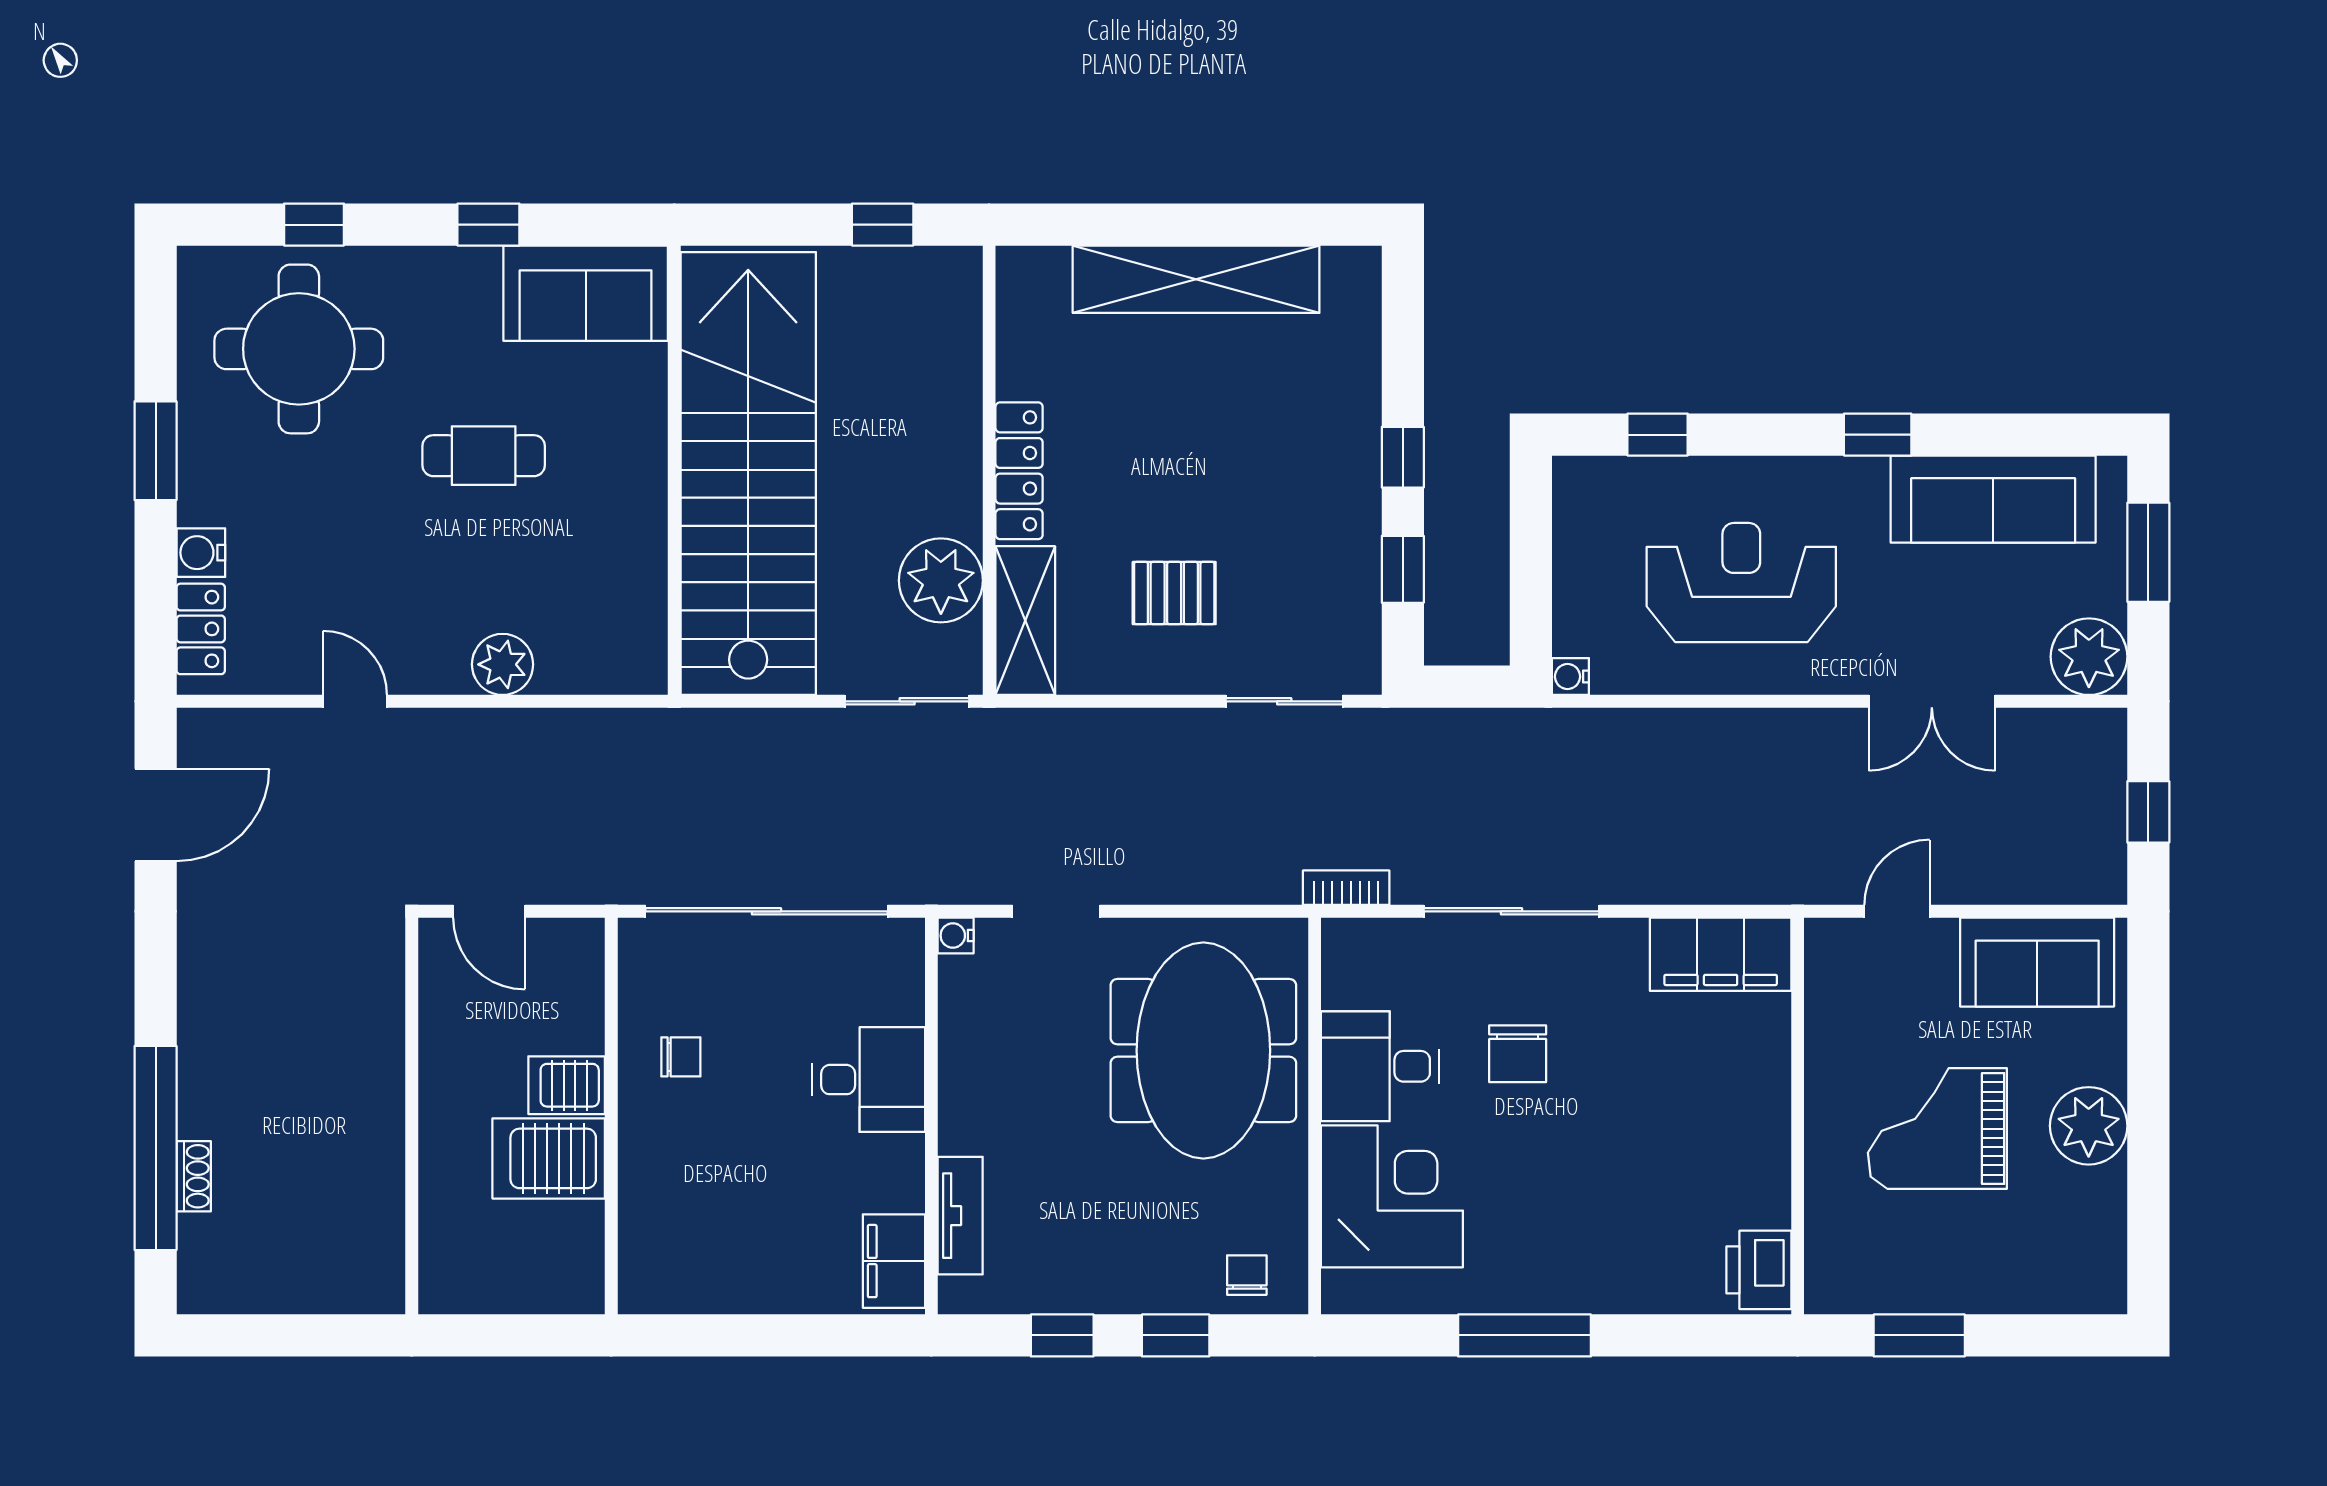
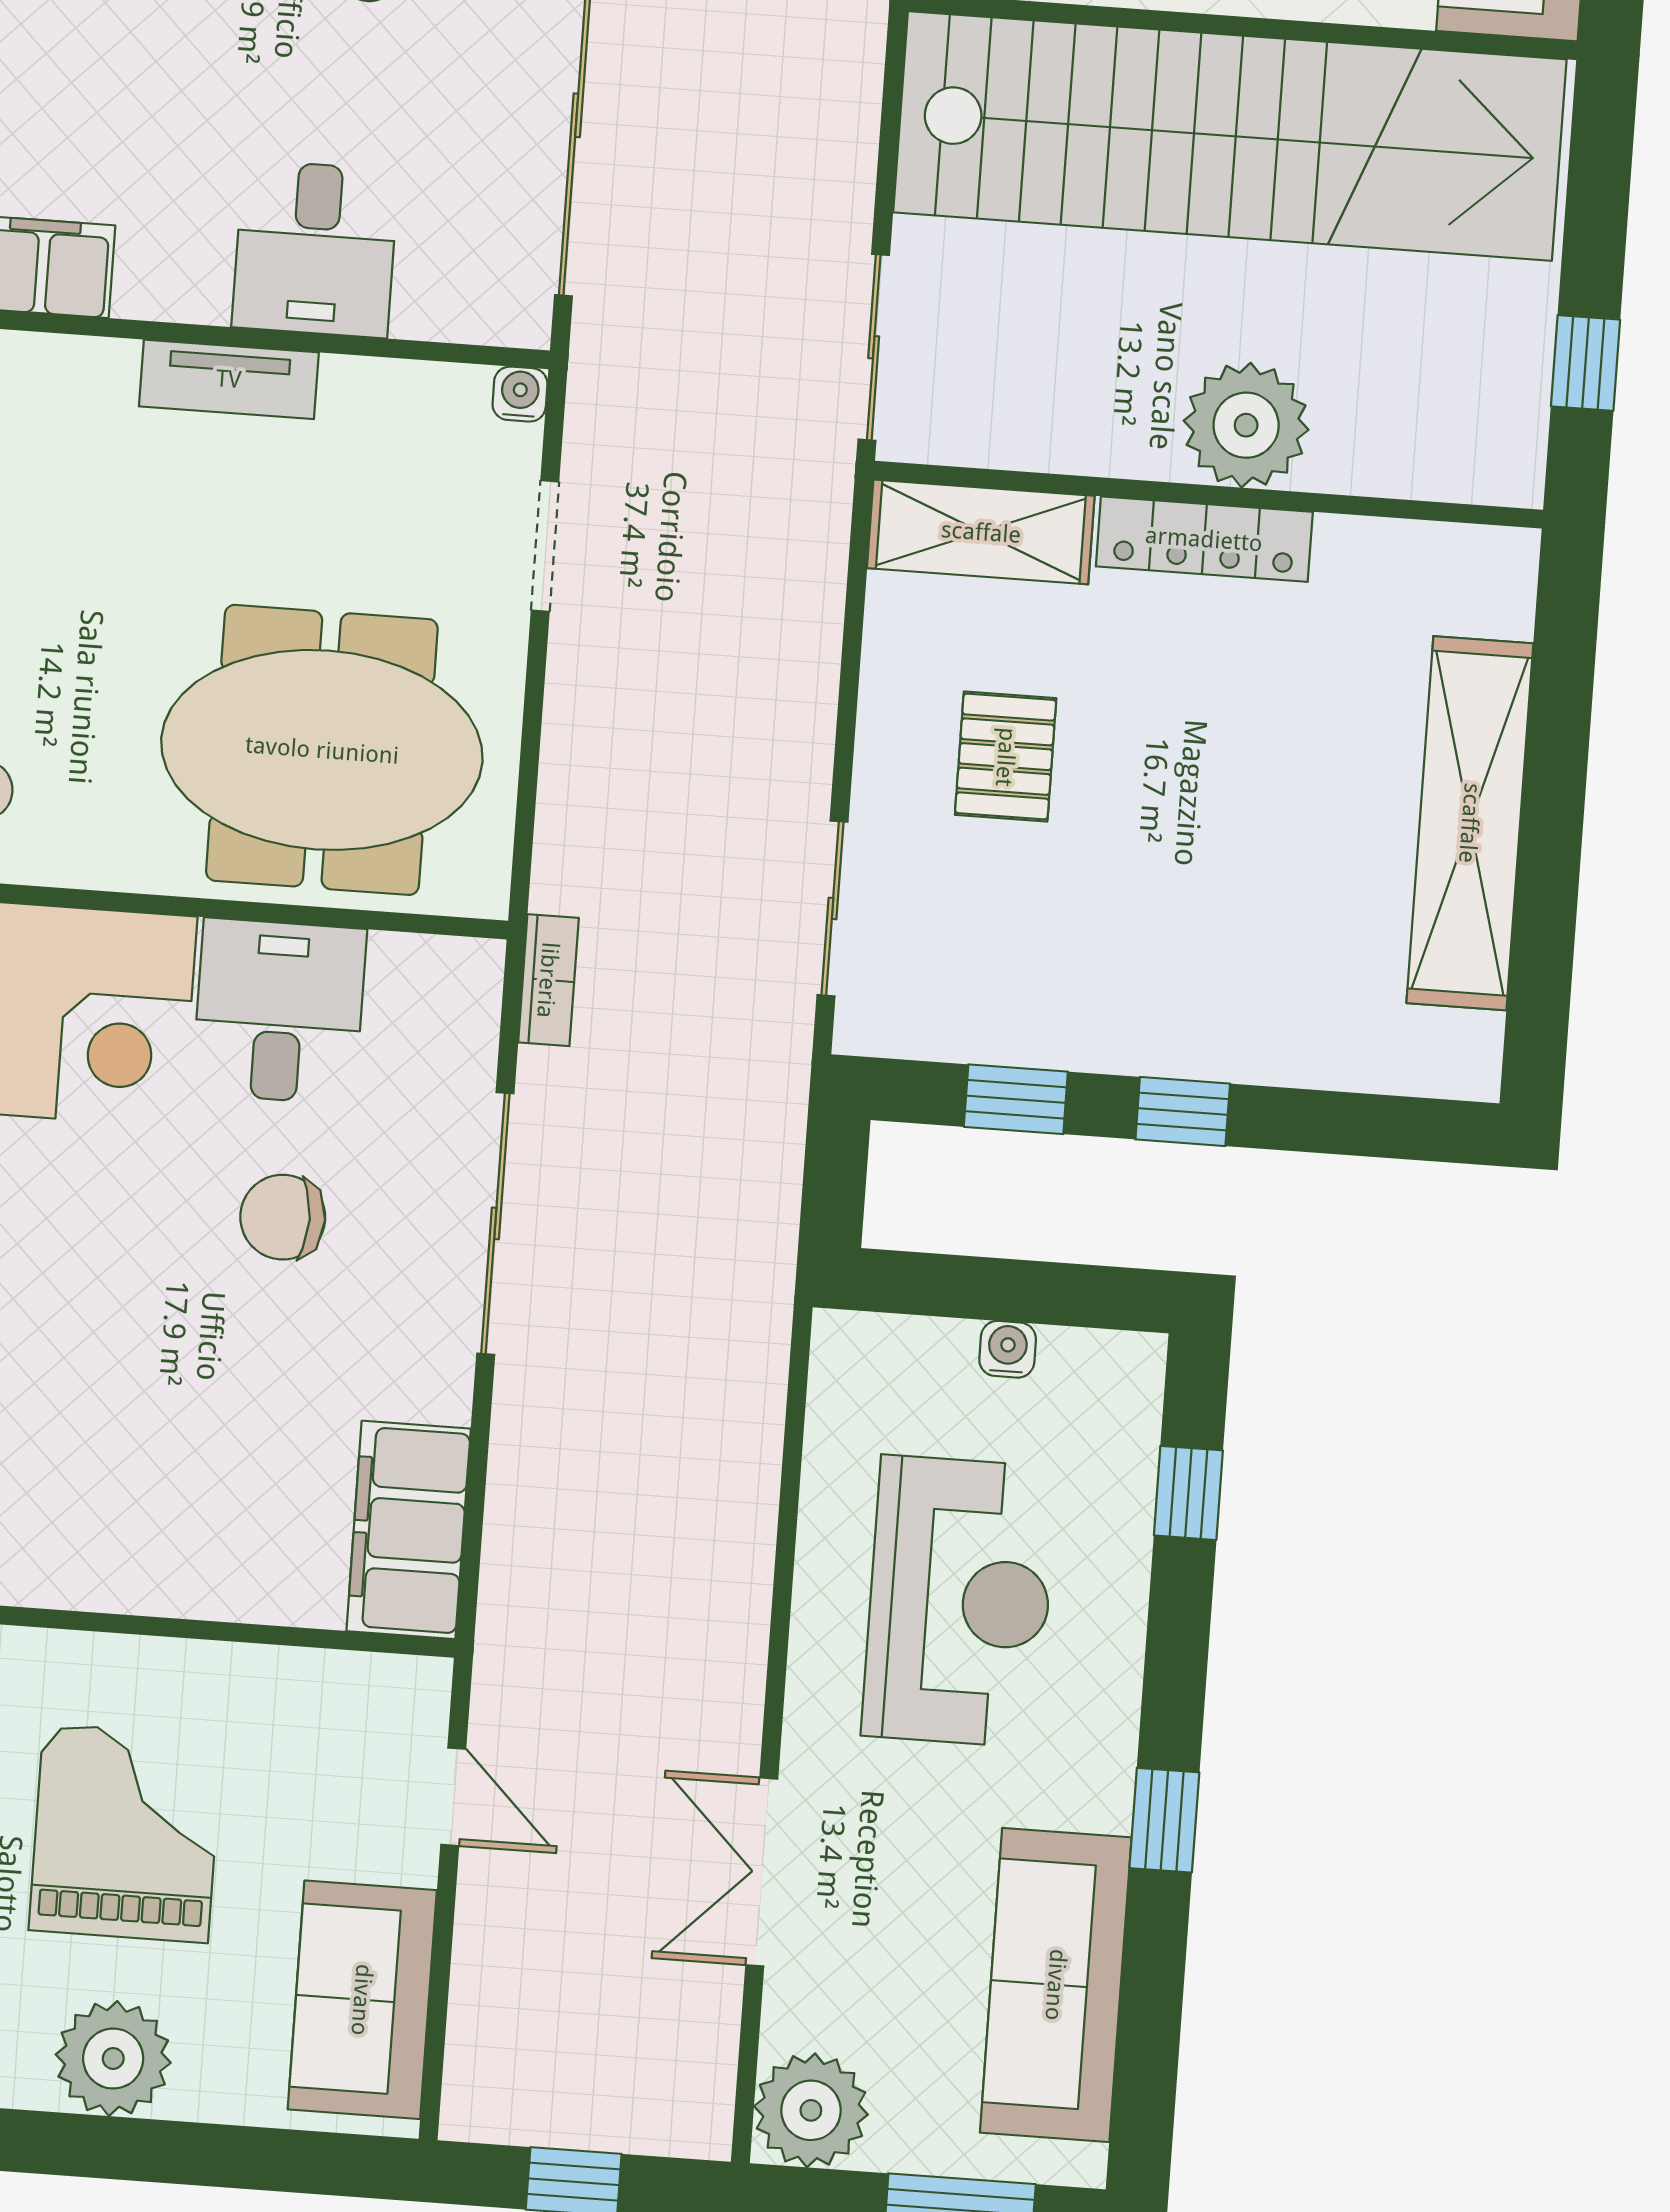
plant: (941, 580) -> (1246, 425), moved
water cooler: (1570, 677) -> (1008, 1349), moved
tv unit: (960, 1216) -> (229, 379), moved

